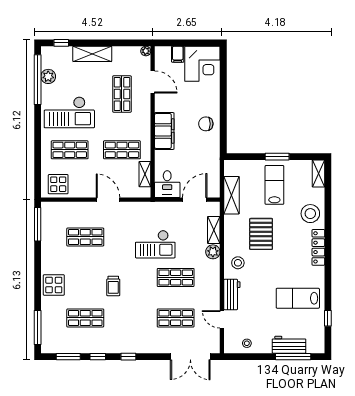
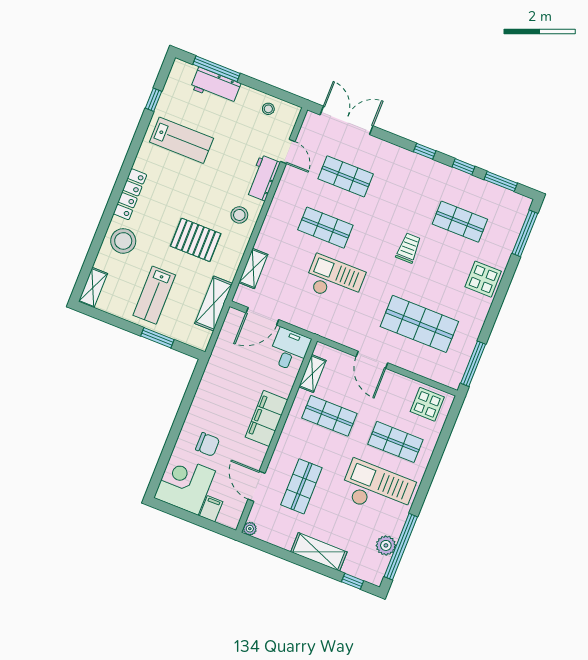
chair: (206, 124) -> (208, 444), moved
window: (277, 157) -> (157, 338), moved
pallet: (261, 234) -> (196, 240), turned 90
shop shelf: (85, 237) -> (419, 324), width x1.43, depth x1.36
plant: (213, 252) -> (265, 241), removed

